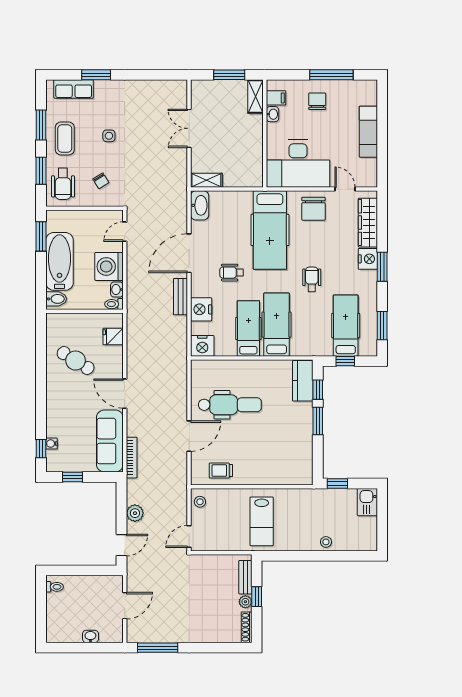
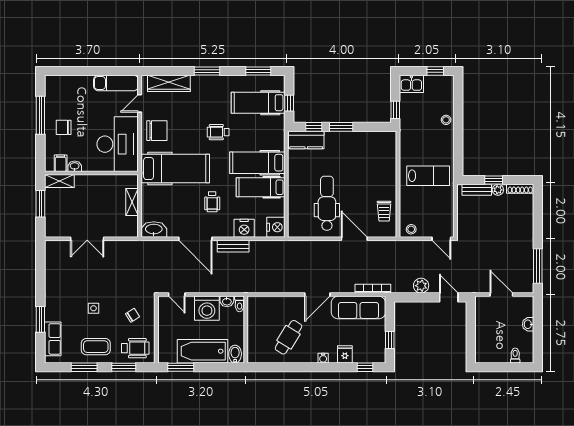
exam couch: (368, 132) -> (116, 83), moved
shelving: (206, 180) -> (132, 202), moved
nightstand: (368, 259) -> (200, 83), removed
fridge: (113, 337) -> (345, 354), moved, turned 180
water cooler: (51, 444) -> (323, 358), moved
window: (382, 529) -> (435, 71), added
toilet: (55, 587) -> (515, 355), moved

